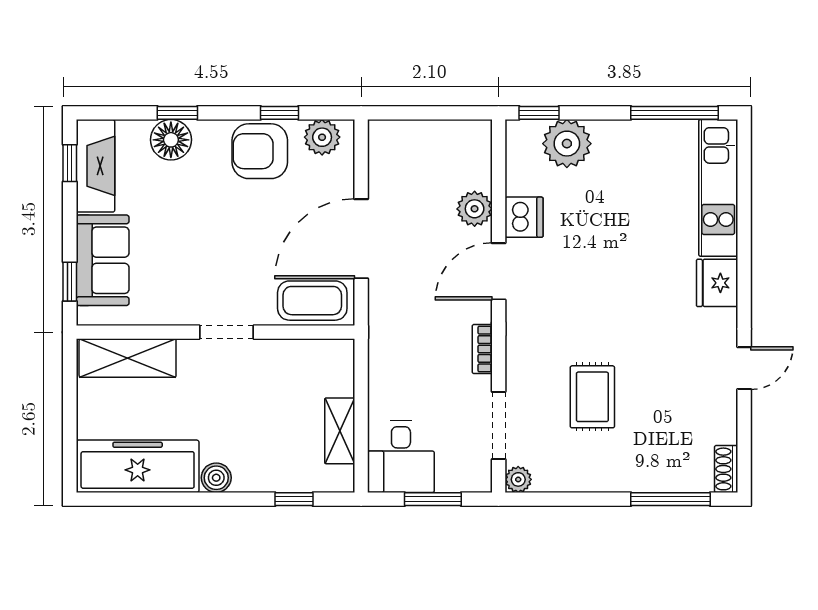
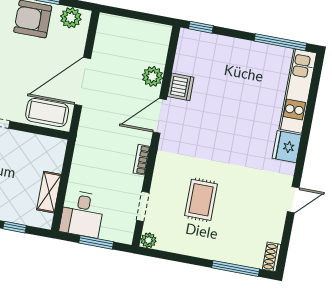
plant: (567, 144) -> (214, 48), removed
doorway: (499, 426) -> (143, 206), width x0.73

